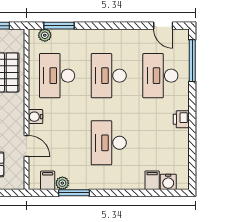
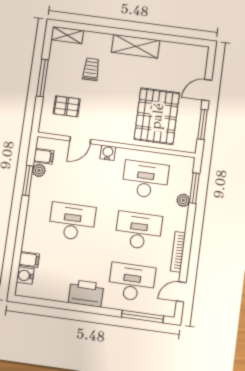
bookcase: (124, 34) -> (178, 252), added
plant: (45, 35) -> (183, 200), moved
printer: (181, 119) -> (86, 293), width x1.87, depth x1.48

